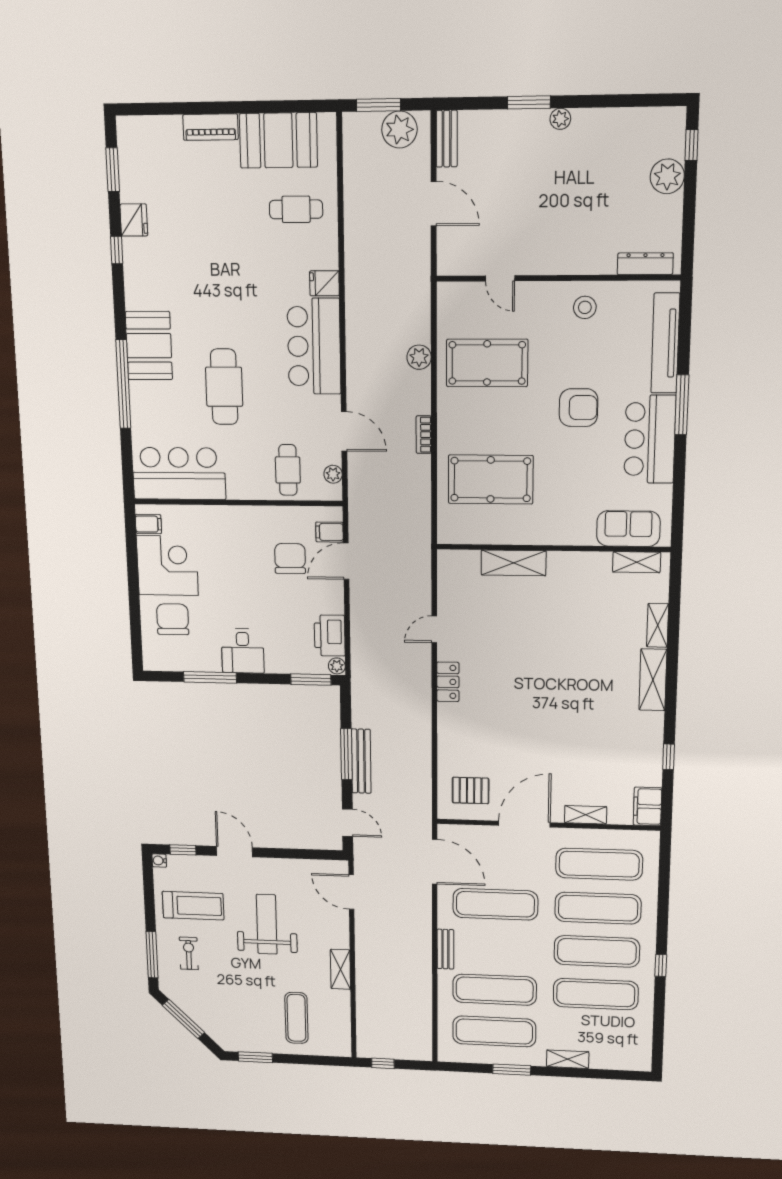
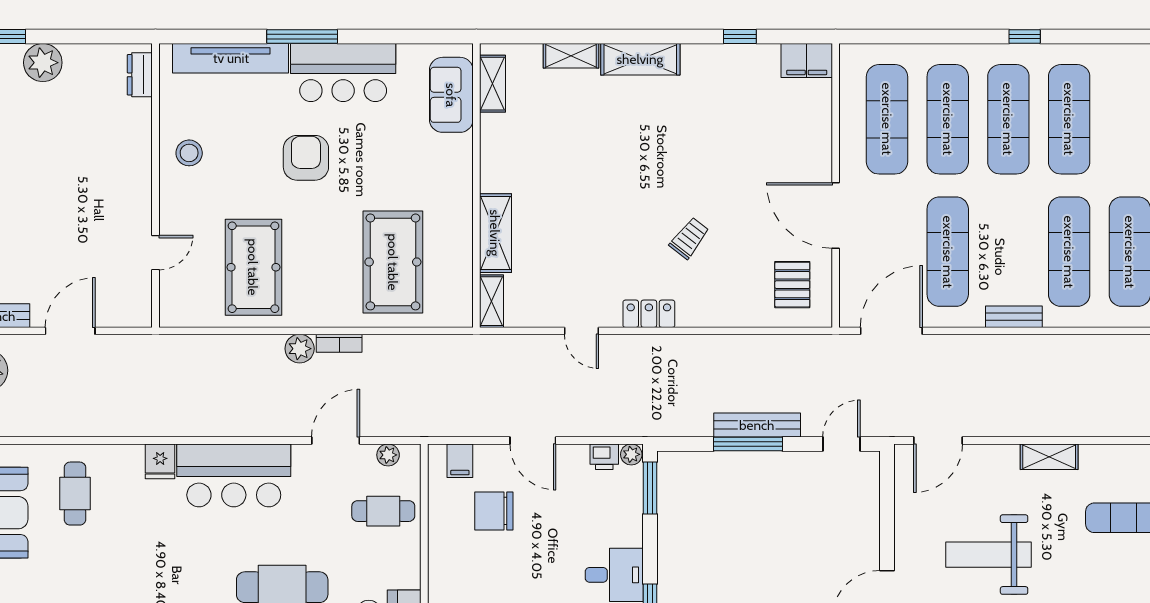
dresser: (645, 264) -> (140, 75), width x0.70
plant: (419, 357) -> (300, 349), moved
door: (346, 561) -> (533, 441), moved
printer: (330, 636) -> (604, 457), width x0.53, depth x0.68
trolley: (508, 714) -> (689, 238), added
shelving: (586, 815) -> (492, 301), moved

